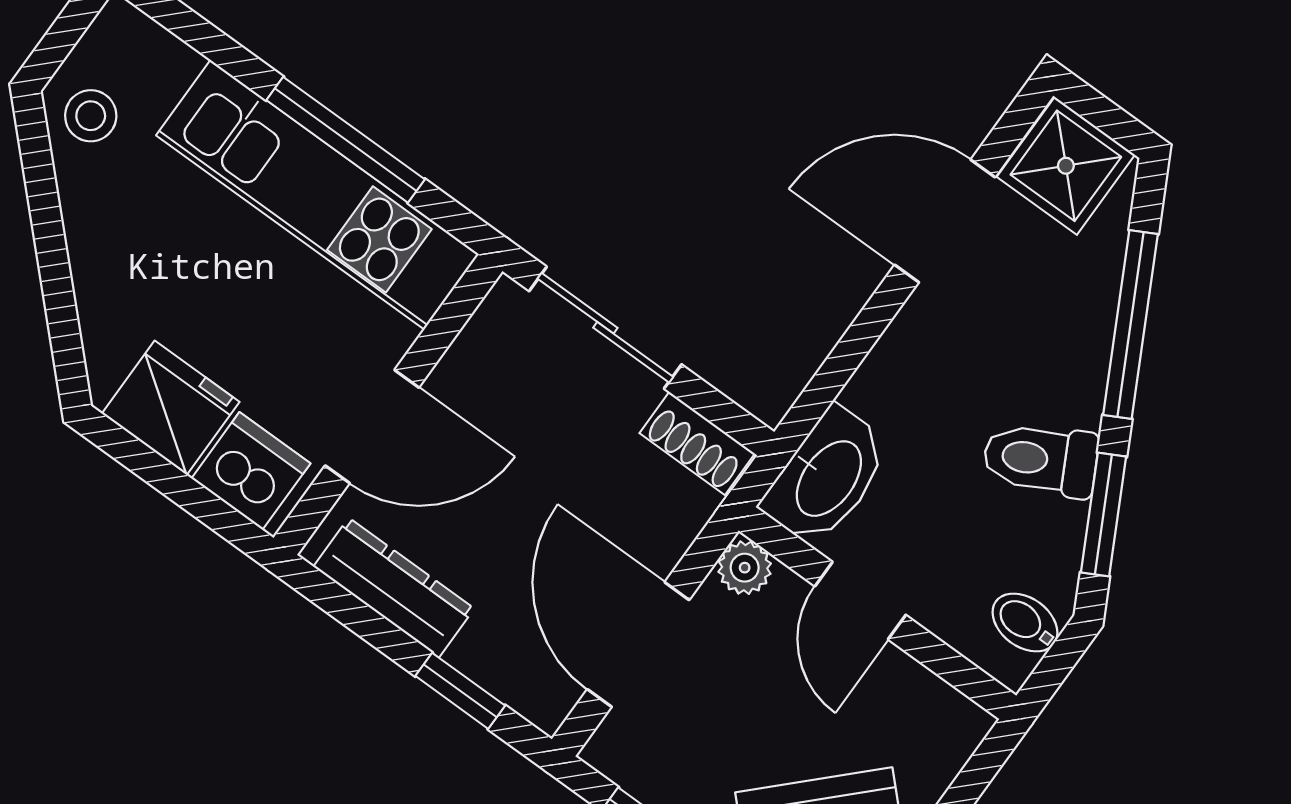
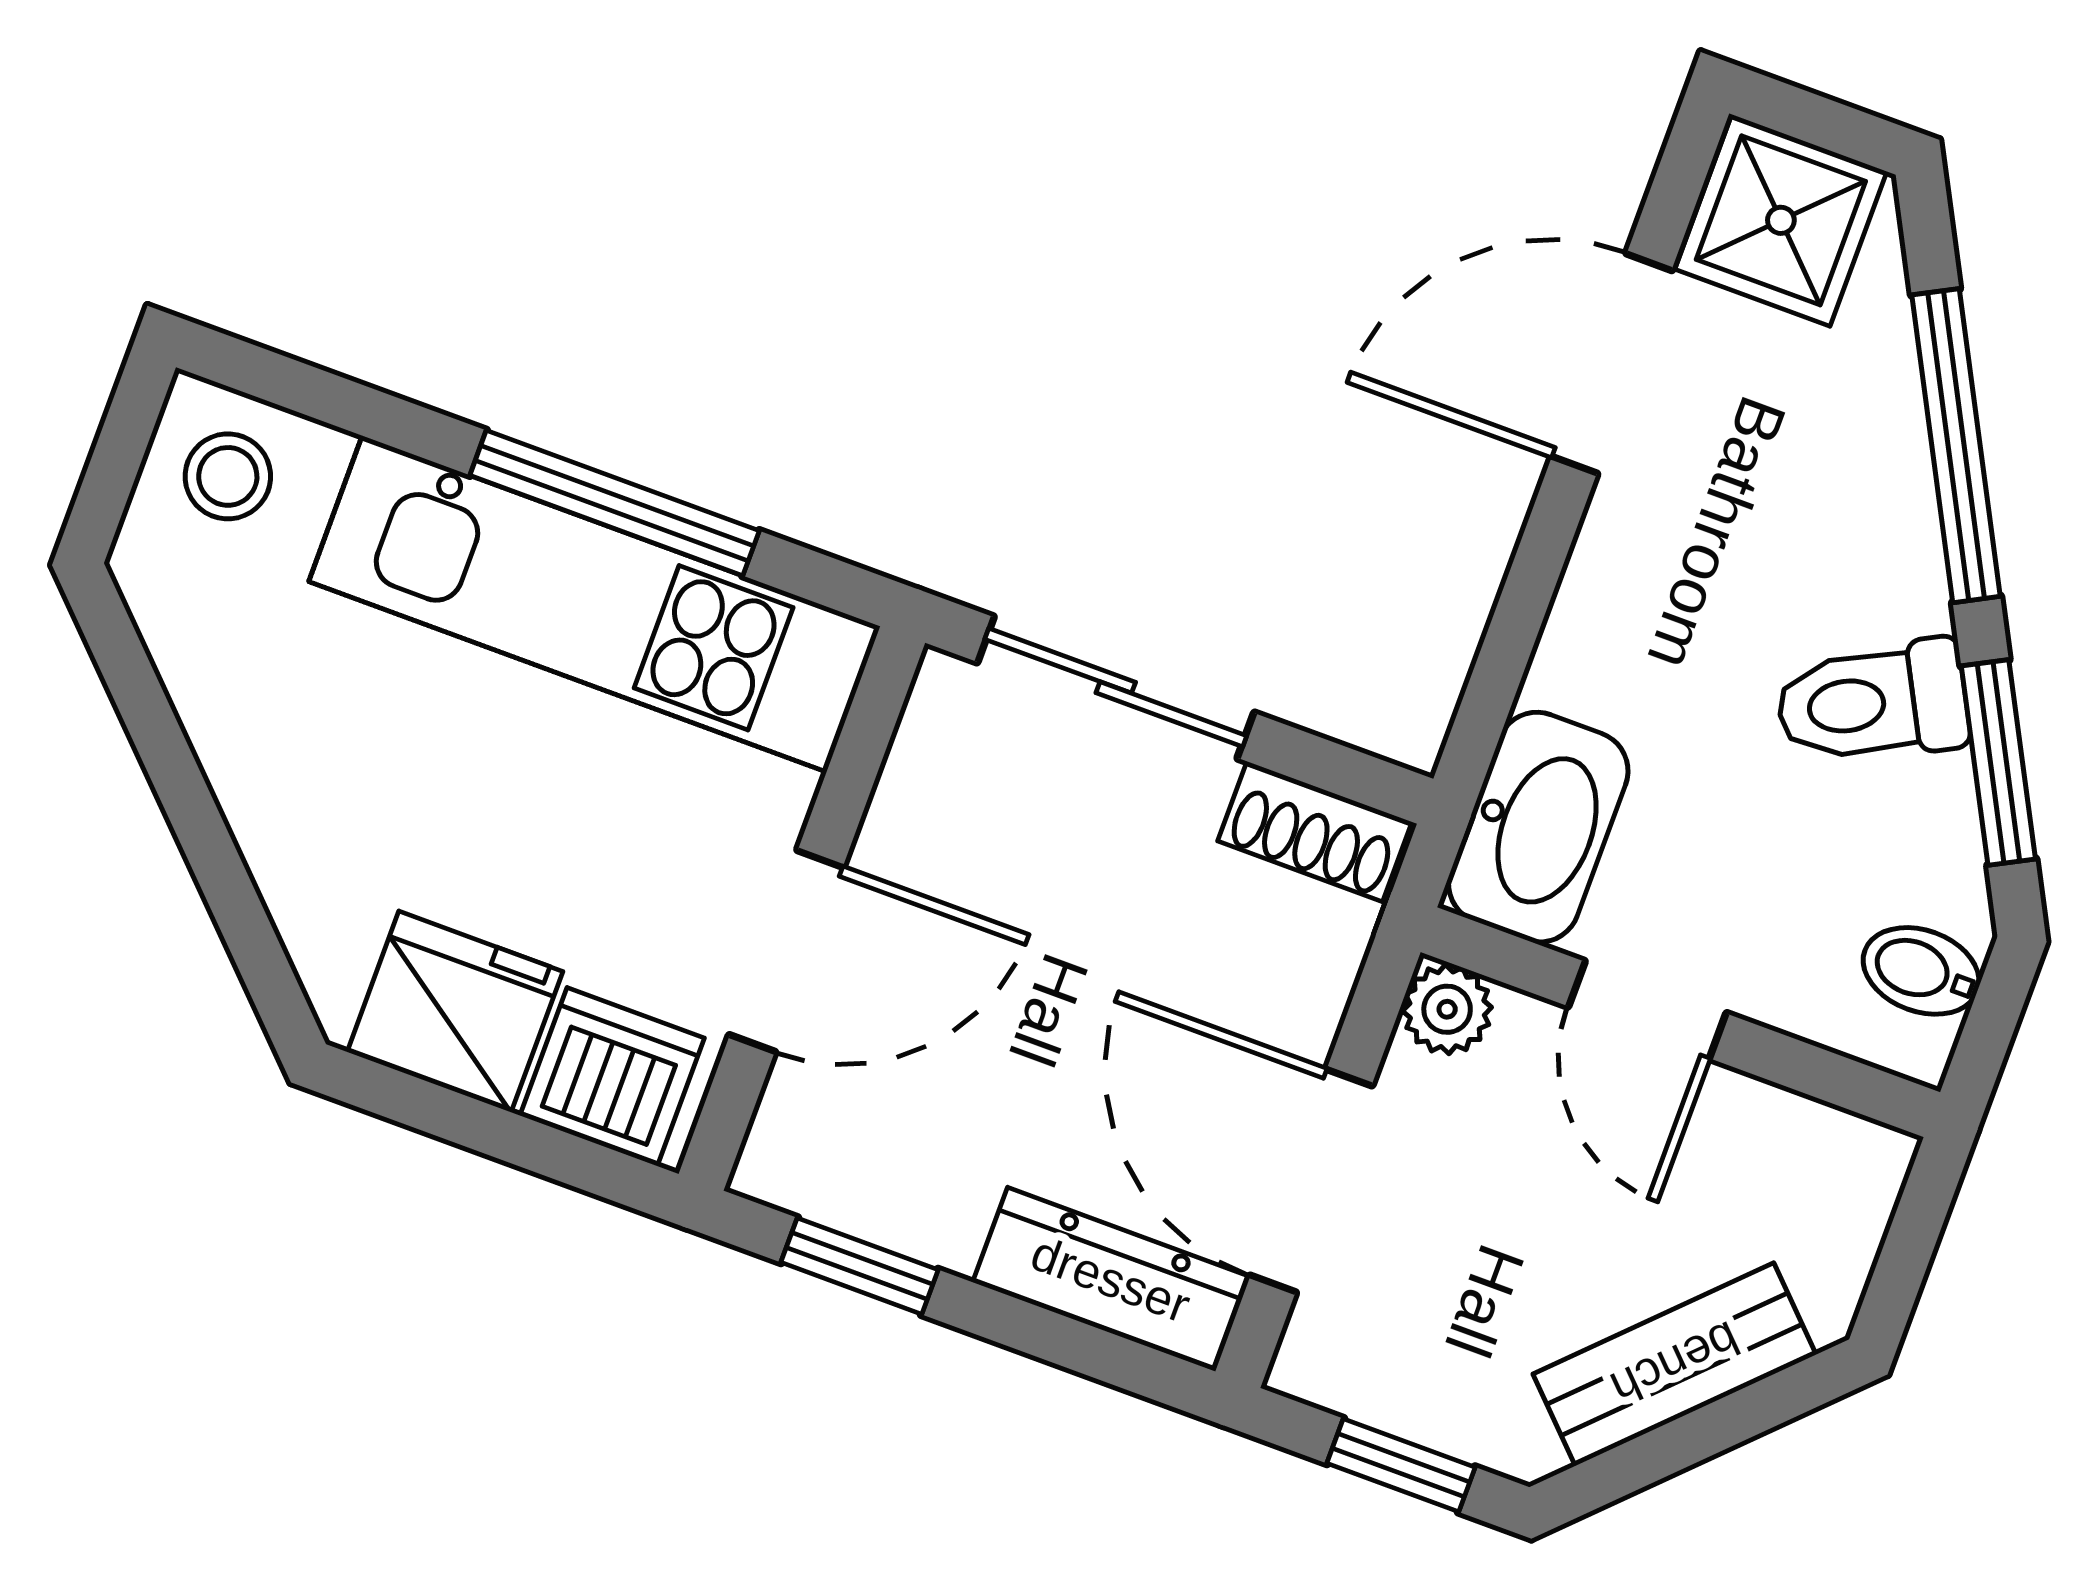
stool: (91, 116) -> (228, 476), moved
dresser: (394, 588) -> (1111, 1279), moved
window: (460, 691) -> (859, 1266), moved

